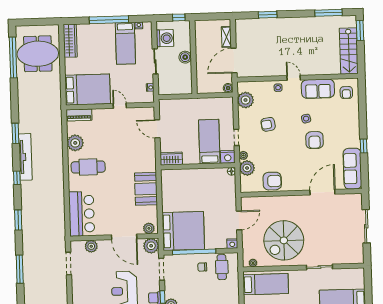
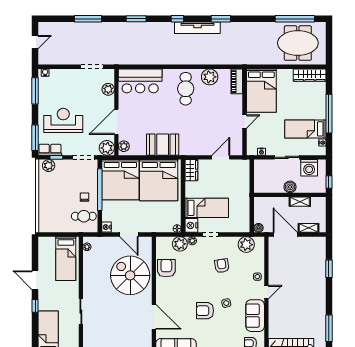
shelving: (200, 47) -> (300, 202), added
meeting table: (38, 54) -> (298, 43), turned 90
armchair: (272, 181) -> (166, 268), turned 180
bed: (182, 192) -> (159, 180), added
spiral stairs: (284, 240) -> (130, 275), moved

